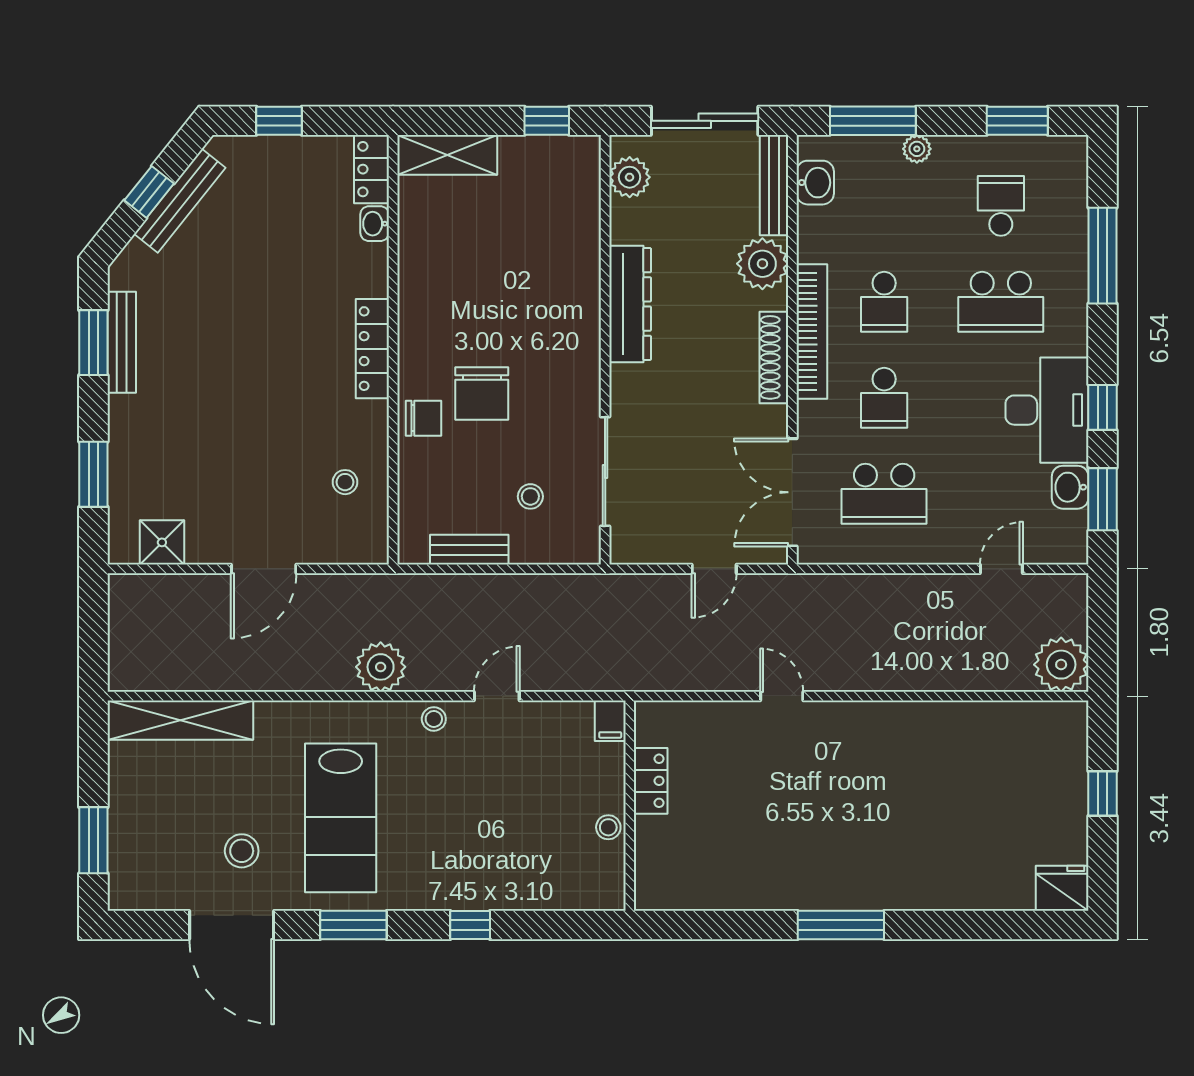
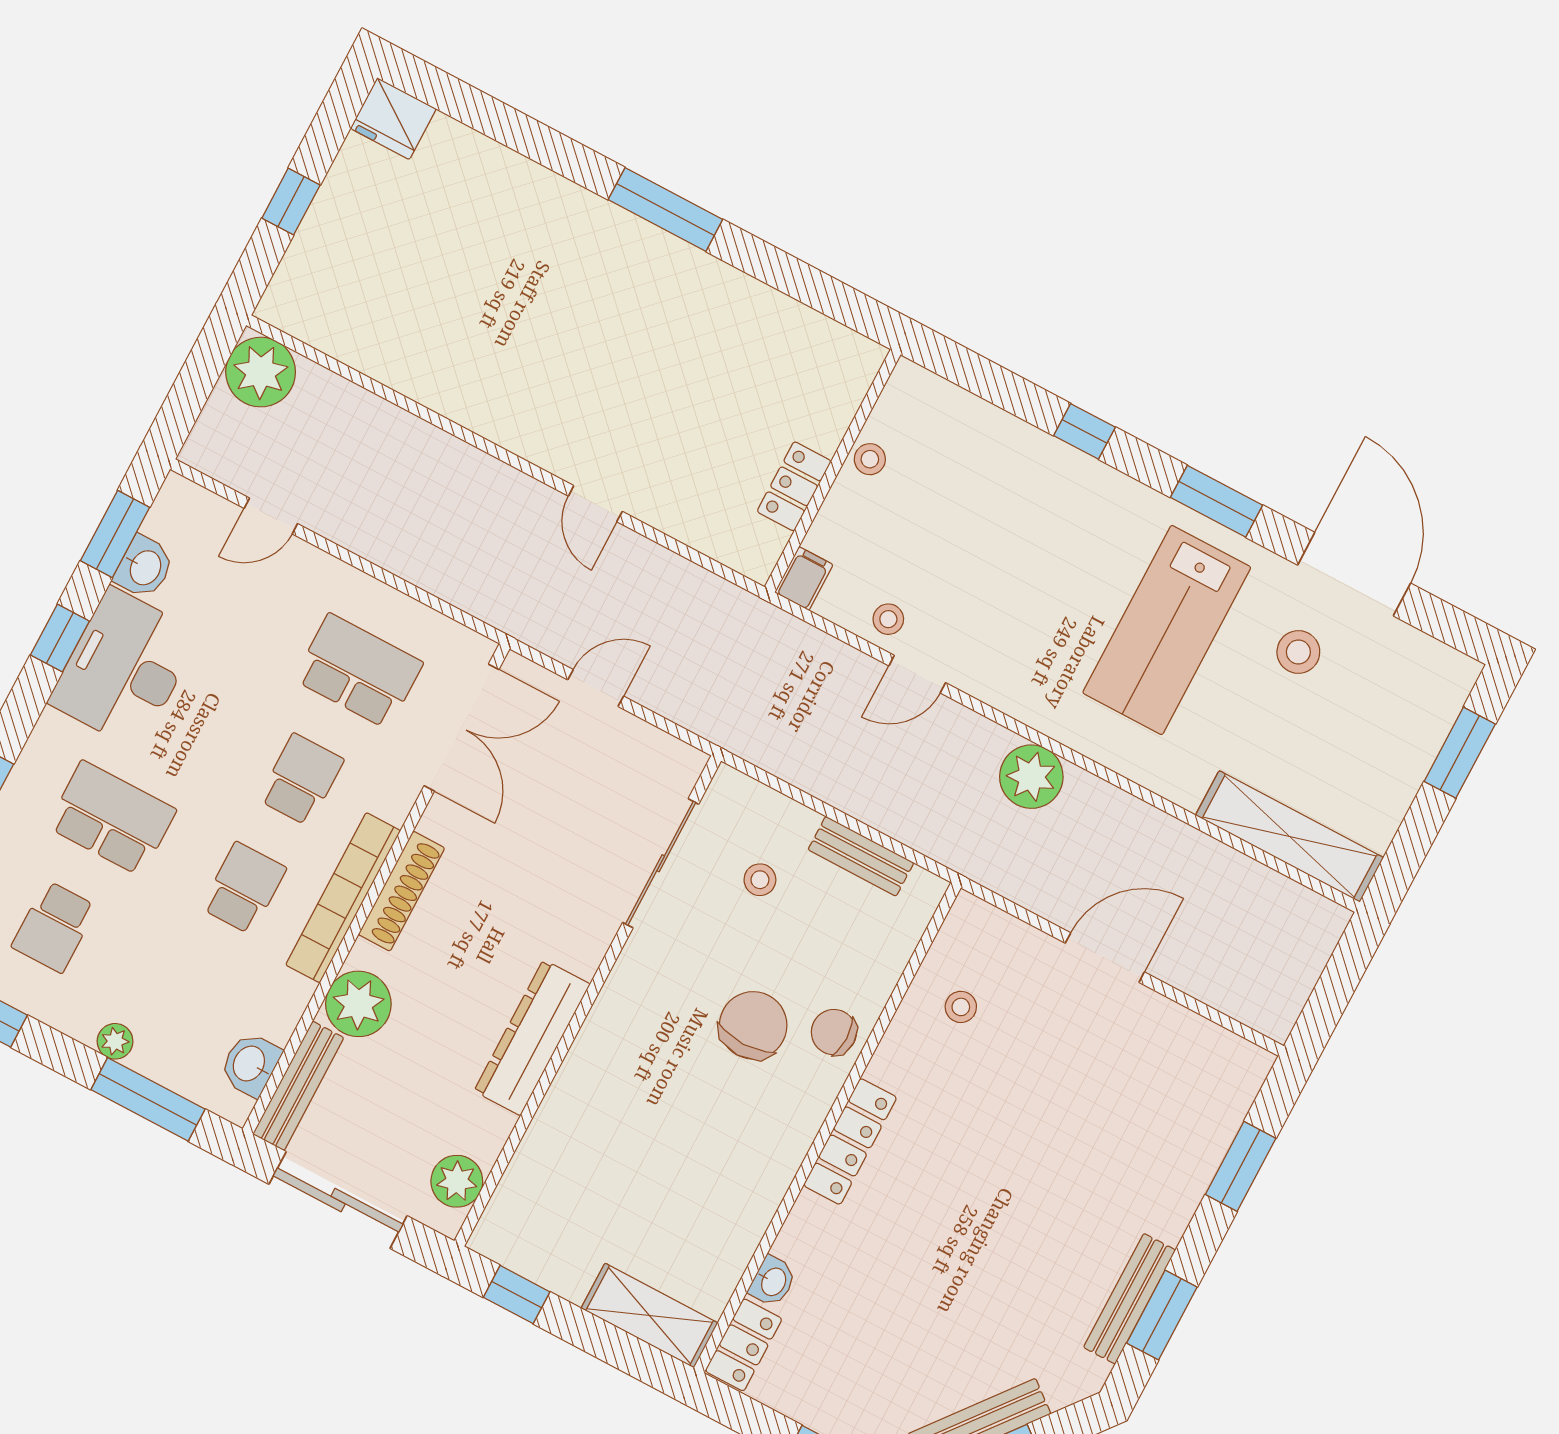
shower: (162, 542) -> (1204, 1048), removed
stool: (434, 719) -> (888, 619), moved
lab bench: (341, 818) -> (1167, 630), turned 180

